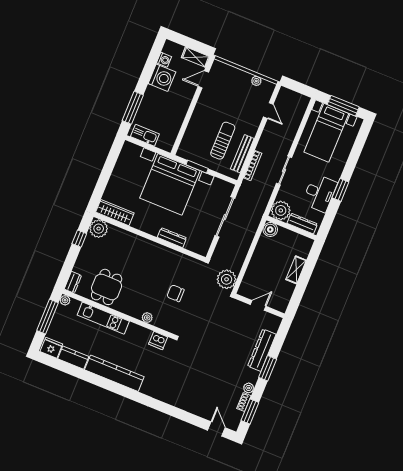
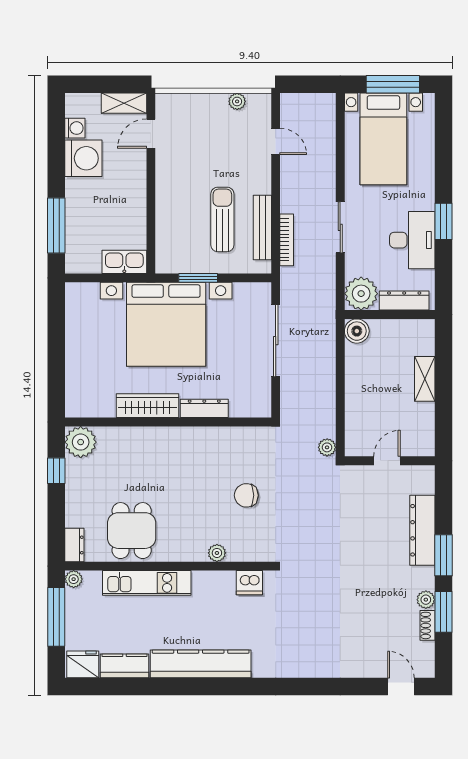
kitchen sink: (145, 135) -> (124, 262), moved
wardrobe: (115, 213) -> (148, 406), moved
plant: (227, 279) -> (327, 447), width x0.53, depth x0.53
window: (250, 411) -> (443, 612), moved

